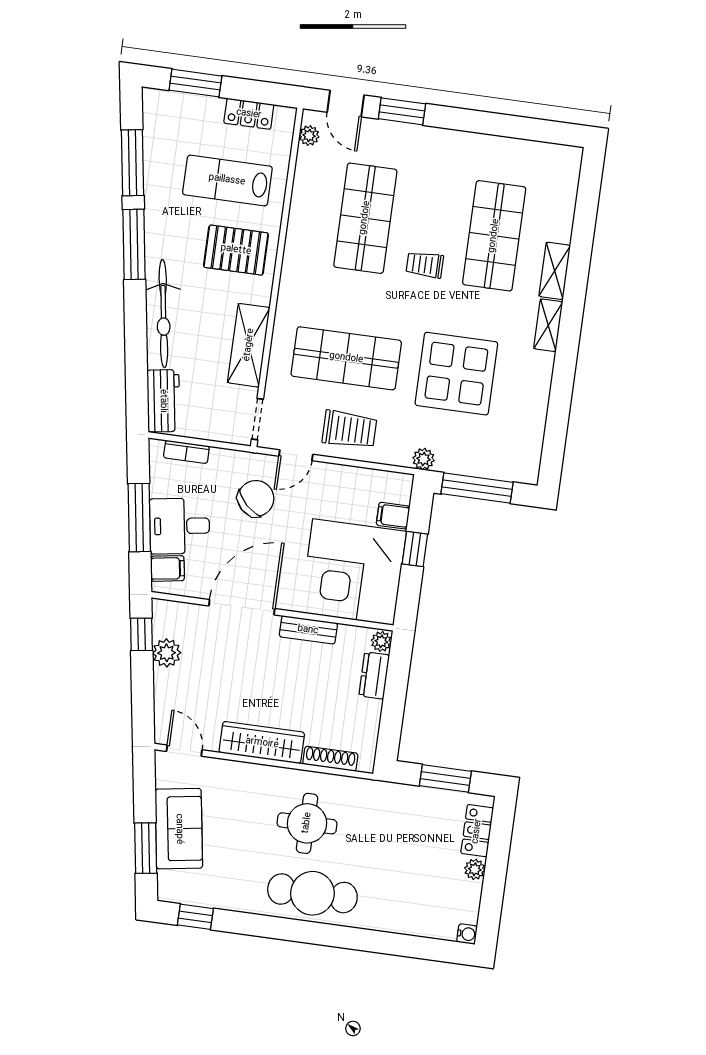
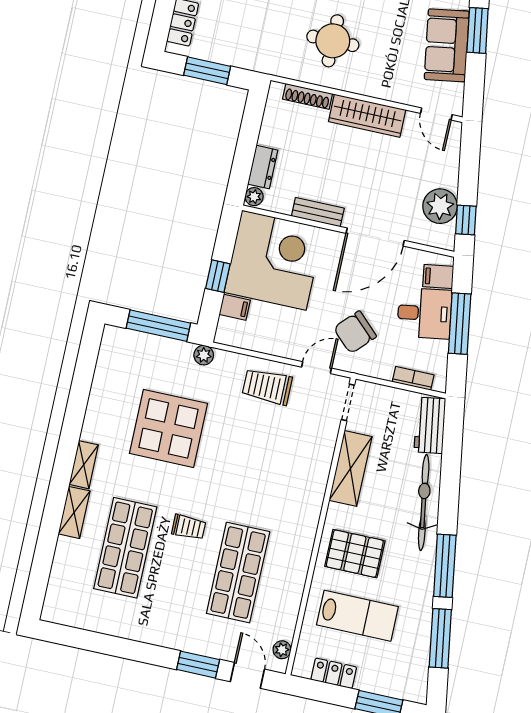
shop shelf: (346, 358) -> (265, 450), removed
plant: (167, 653) -> (440, 206), width x1.36, depth x1.36

